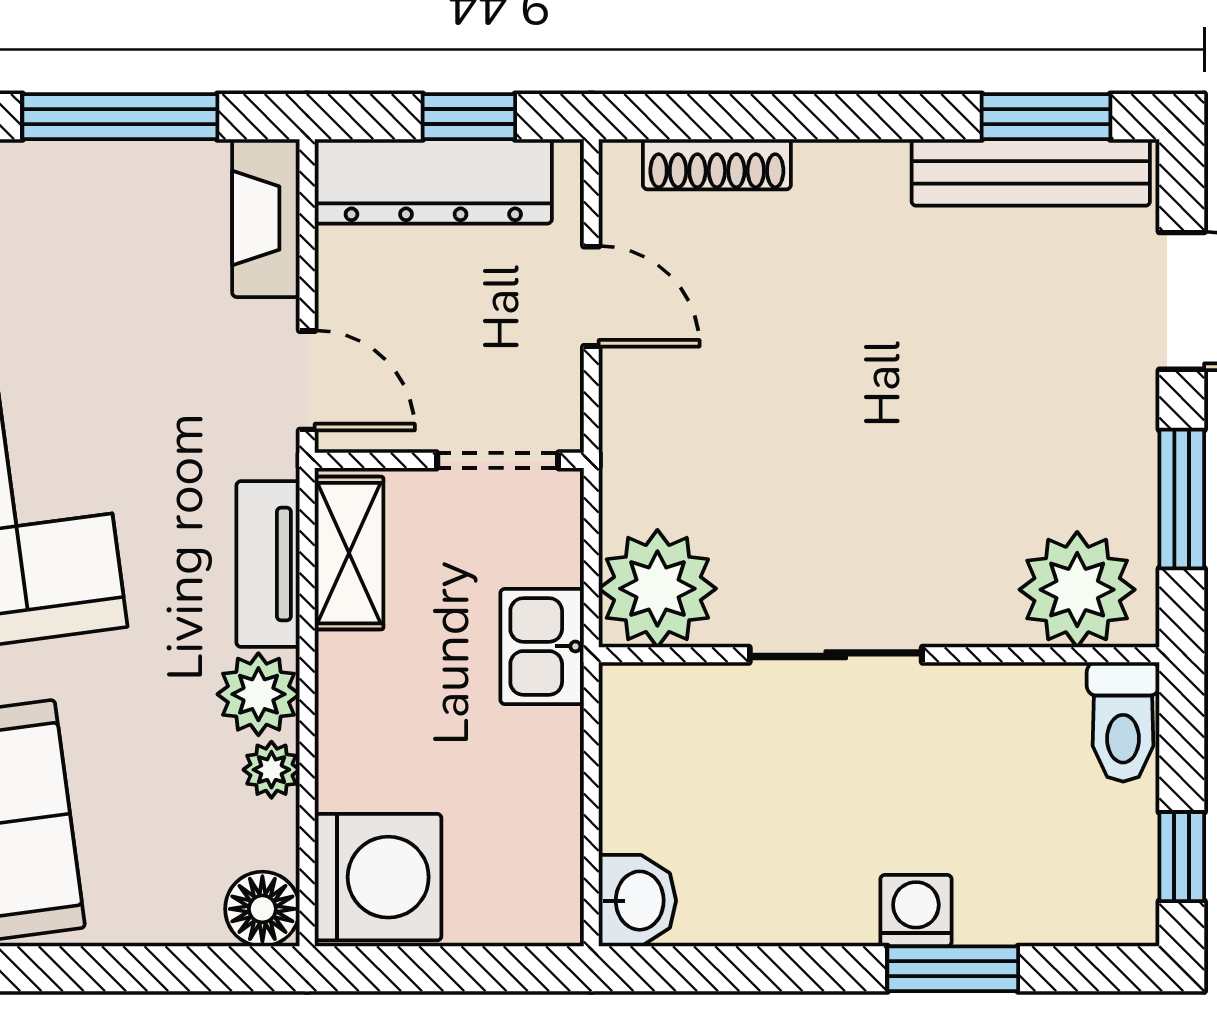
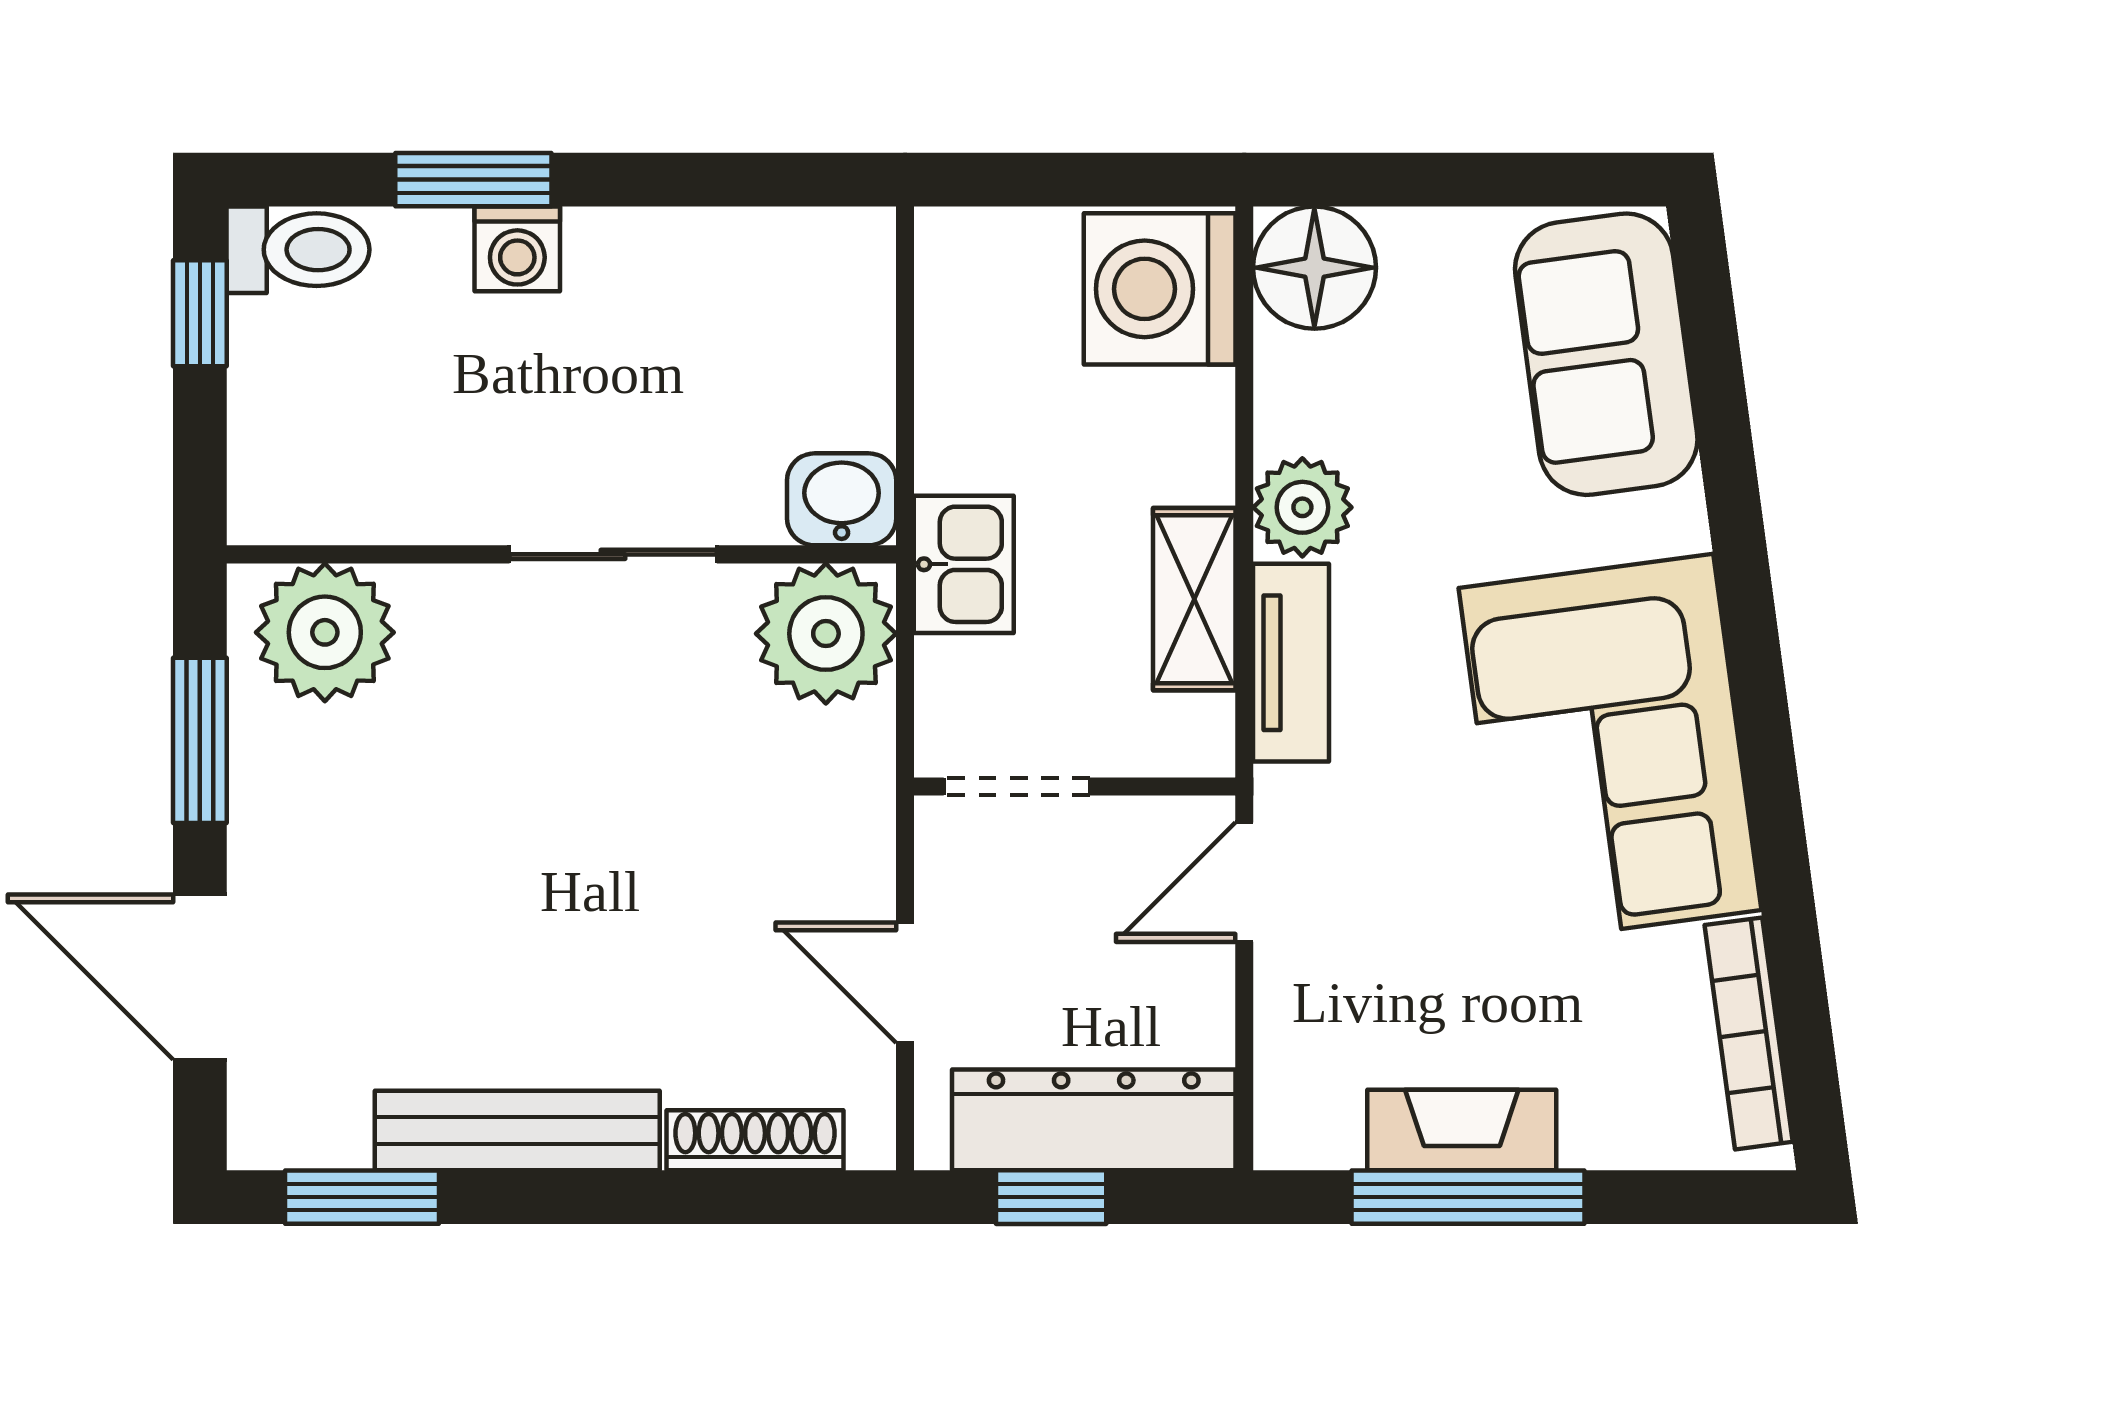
bench: (1031, 172) -> (517, 1130), moved
fireplace: (266, 218) -> (1462, 1130), moved, turned -90
door: (307, 380) -> (1244, 882), hinge flipped
shelving: (349, 553) -> (1194, 599), moved
toilet: (1123, 722) -> (298, 250), moved, turned 90
plant: (271, 770) -> (1287, 417), removed
washbasin: (637, 901) -> (842, 499), moved, turned 90
floor lamp: (262, 909) -> (1314, 268), width x1.38, depth x1.38

